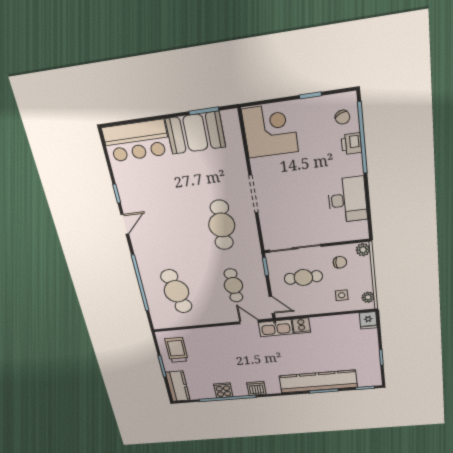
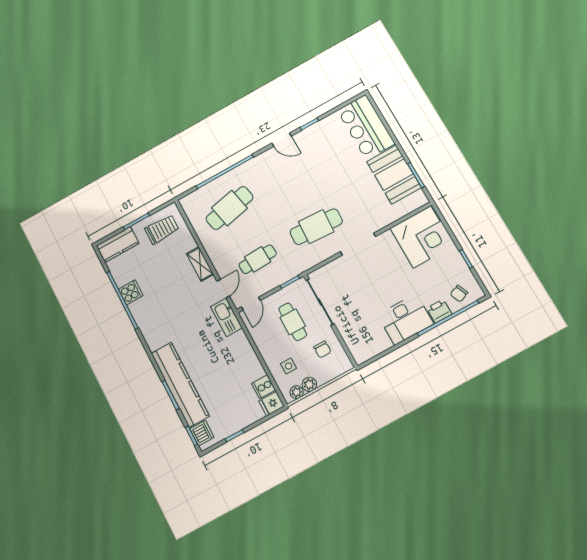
desk: (347, 200) -> (405, 319), moved
plant: (363, 250) -> (309, 384), moved
cooker: (301, 326) -> (263, 387), moved
shelving: (219, 332) -> (200, 264), added
dishwasher: (256, 388) -> (202, 433), moved

